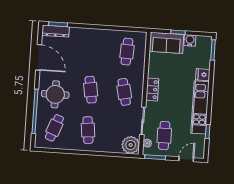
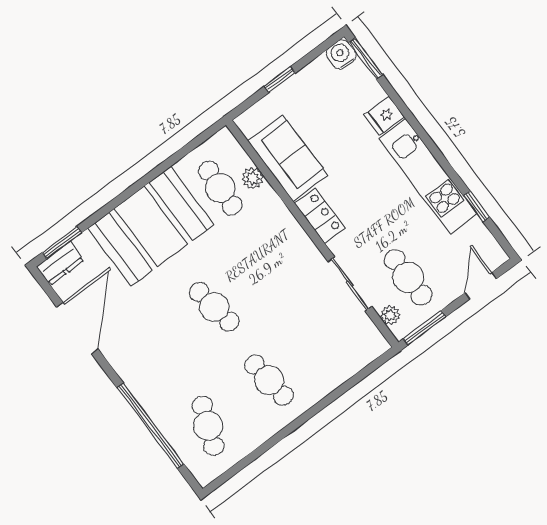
dresser: (56, 31) -> (60, 263), width x0.70
water cooler: (190, 40) -> (341, 54), moved
sofa: (166, 43) -> (288, 158), moved, turned -90
booth: (93, 44) -> (151, 226), added
door: (39, 57) -> (77, 328), hinge flipped
cafe table: (124, 92) -> (275, 261), removed
round table: (55, 94) -> (160, 367), removed
plant: (131, 145) -> (253, 178), moved, width x0.53, depth x0.53

